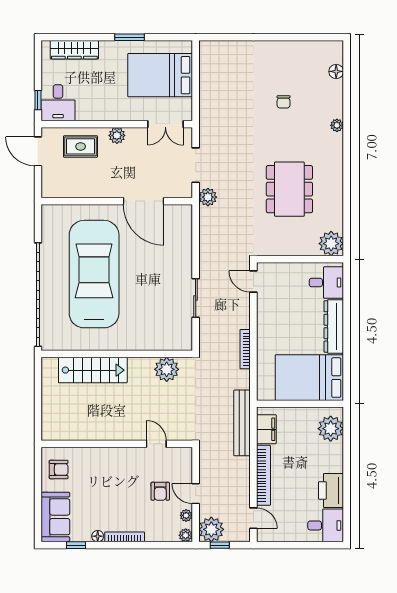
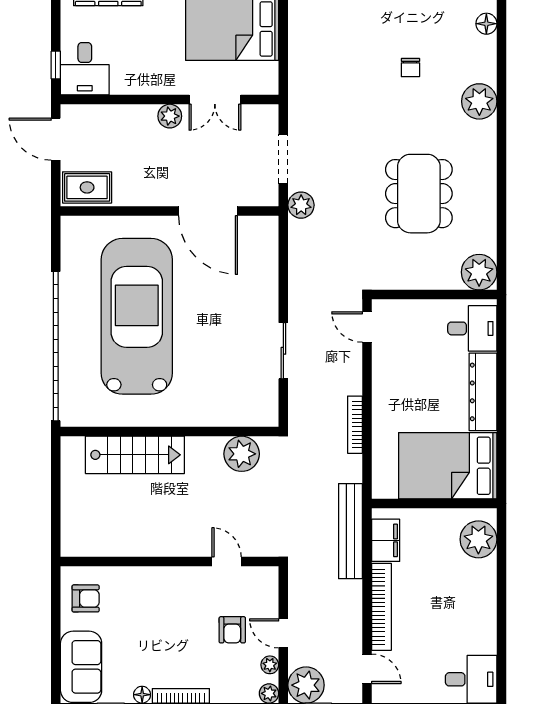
double door: (165, 124) -> (215, 100), moved
plant: (337, 125) -> (479, 101), width x1.88, depth x1.88
rug: (81, 146) -> (87, 187), moved
printer: (331, 490) -> (479, 629), removed

